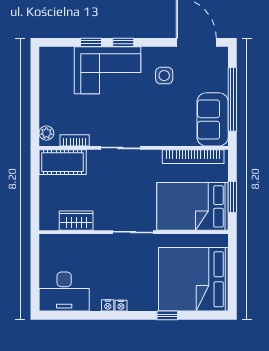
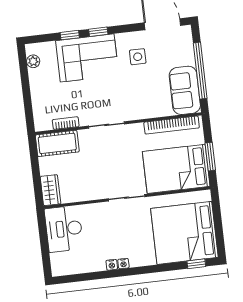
plant: (46, 133) -> (33, 61), moved
wardrobe: (76, 221) -> (50, 190), moved, turned 90
desk: (64, 292) -> (64, 229), moved, turned 90
window: (167, 315) -> (196, 264), moved

